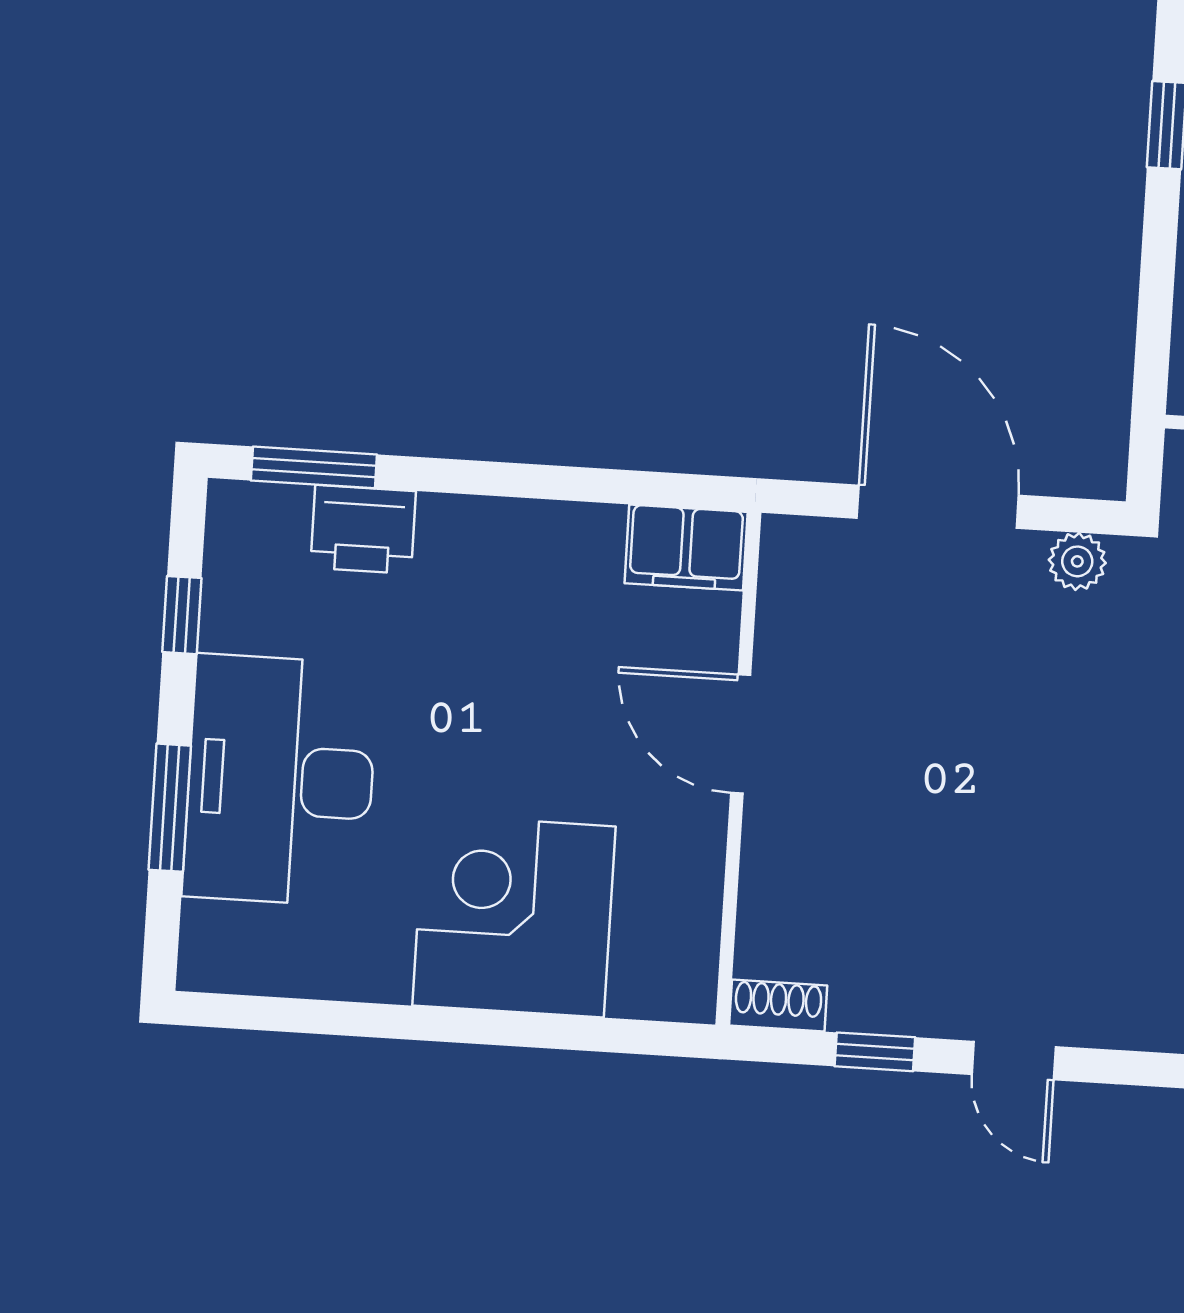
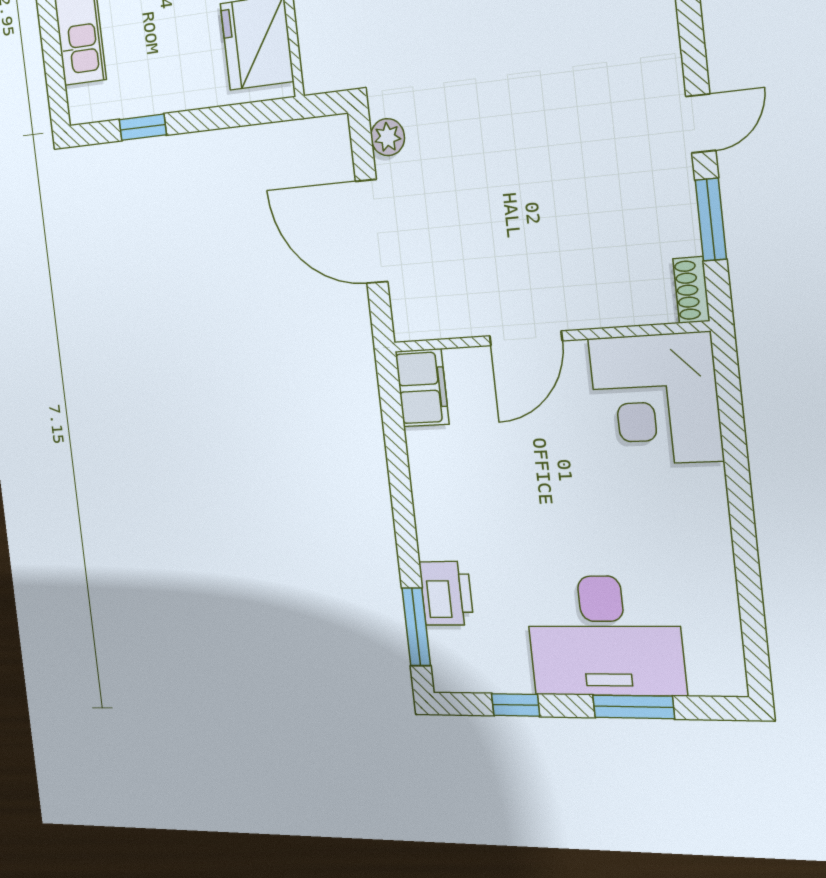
door: (938, 507) -> (372, 231), hinge flipped
corner desk: (514, 916) -> (655, 399), moved
window: (875, 1052) -> (711, 219), width x1.50

